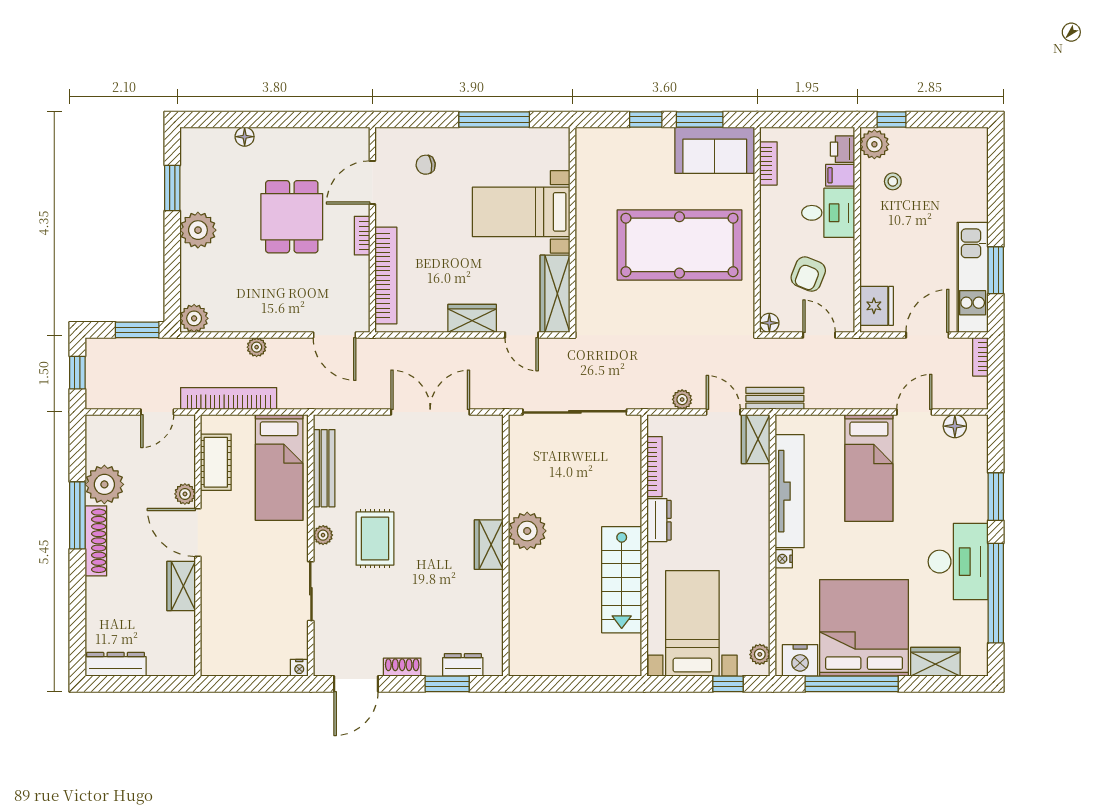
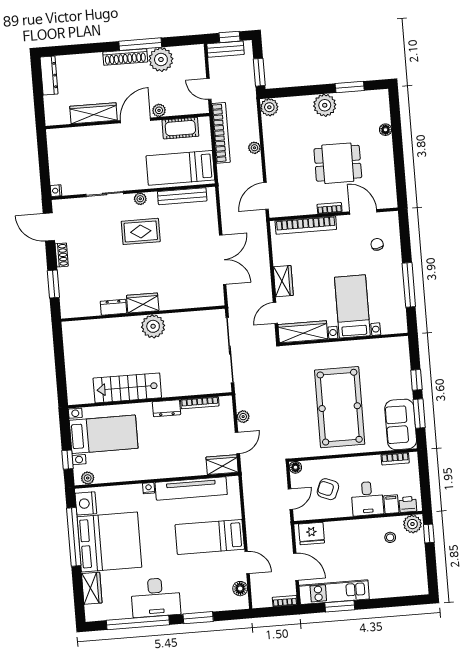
bench: (775, 398) -> (226, 49), moved, turned 90
wardrobe: (181, 586) -> (94, 113), width x1.50
dresser: (463, 665) -> (113, 307), moved, turned -90

